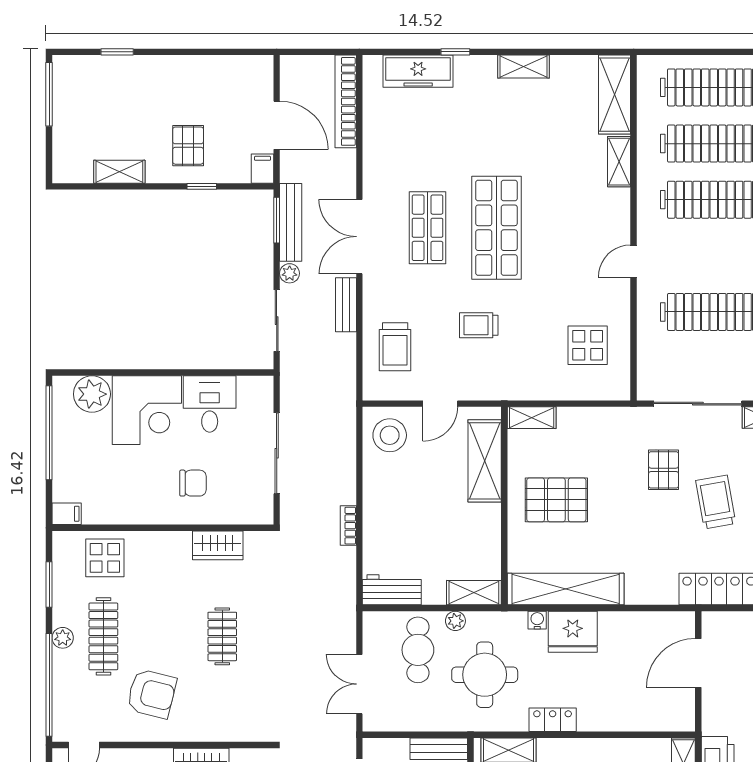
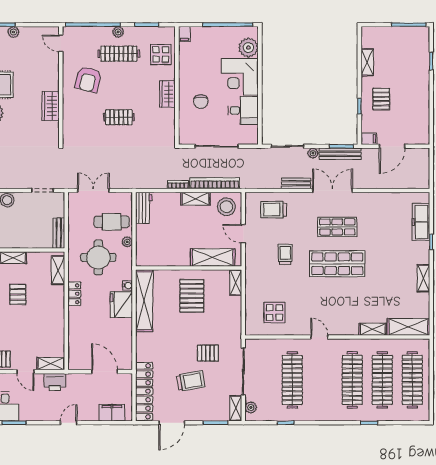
bookcase: (346, 101) -> (215, 183), moved
pallet: (188, 146) -> (381, 99), turned 90
wardrobe: (218, 545) -> (167, 94), moved
shelving: (474, 593) -> (195, 199), moved, turned 90

